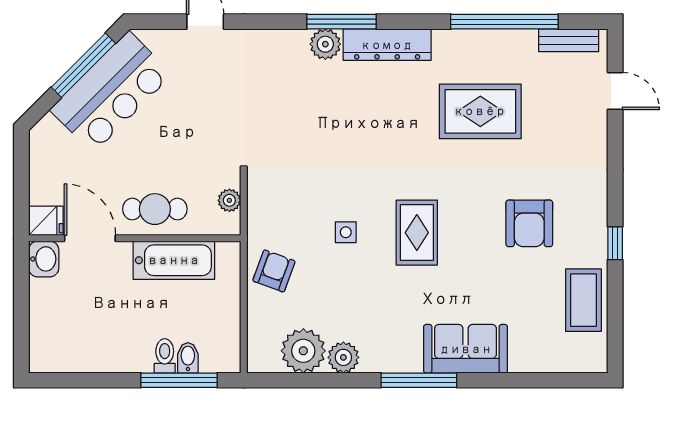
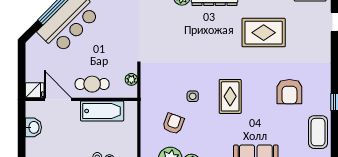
washbasin: (44, 259) -> (33, 127), moved
armchair: (274, 271) -> (173, 124), moved

